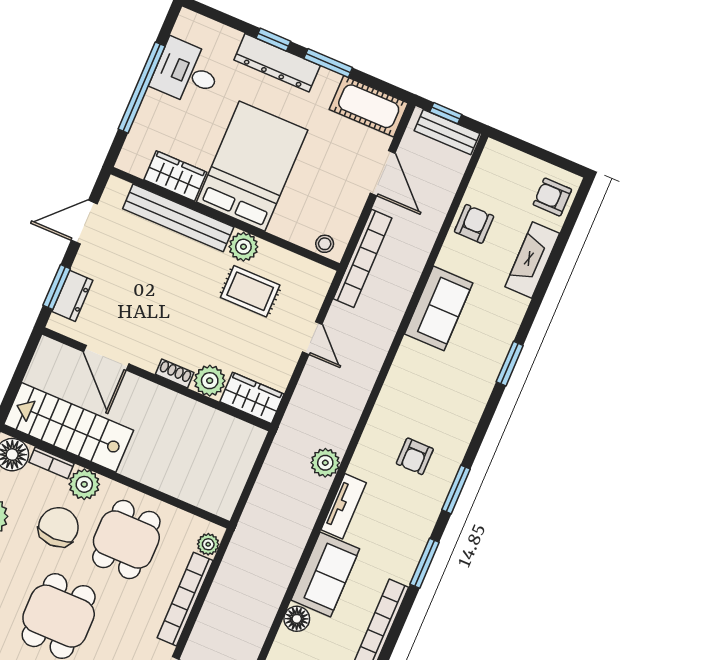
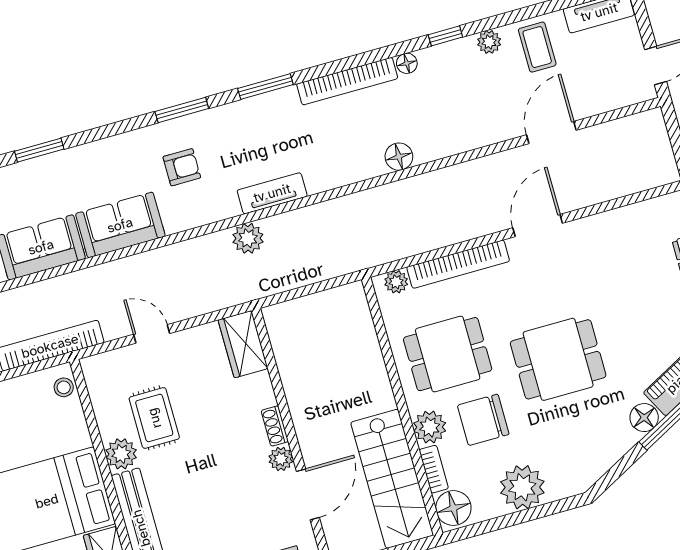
door: (312, 338) -> (152, 334), hinge flipped
plant: (210, 381) -> (281, 459), moved, width x0.73, depth x0.73
sofa: (325, 574) -> (120, 225), moved

